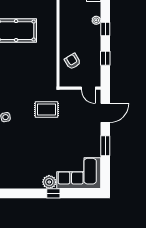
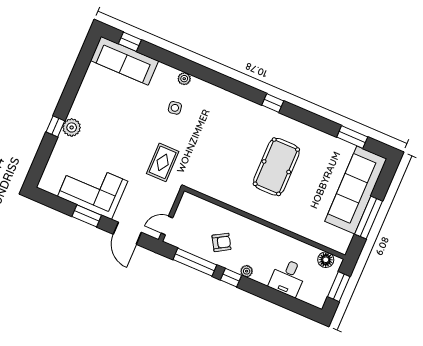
window: (105, 58) -> (195, 262), width x2.17
armchair: (73, 61) -> (221, 242), moved
corner sofa: (79, 173) -> (93, 189), moved, turned -90

